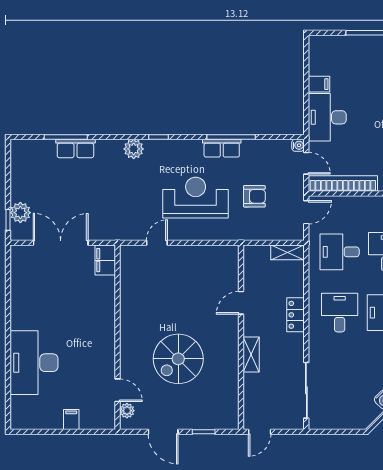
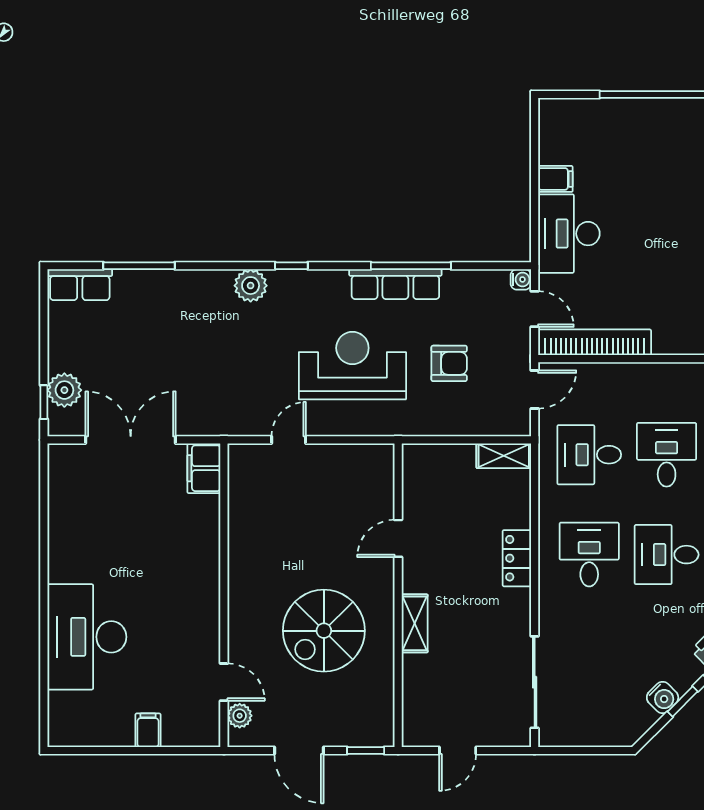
row of seats: (75, 148) -> (80, 285), moved
row of seats: (222, 148) -> (395, 284), width x1.48
door: (241, 303) -> (398, 538), moved
wall: (241, 337) -> (398, 595), moved
shelving: (251, 355) -> (415, 623), moved

